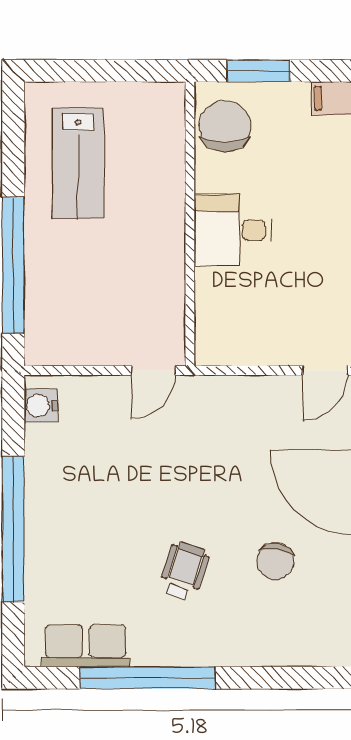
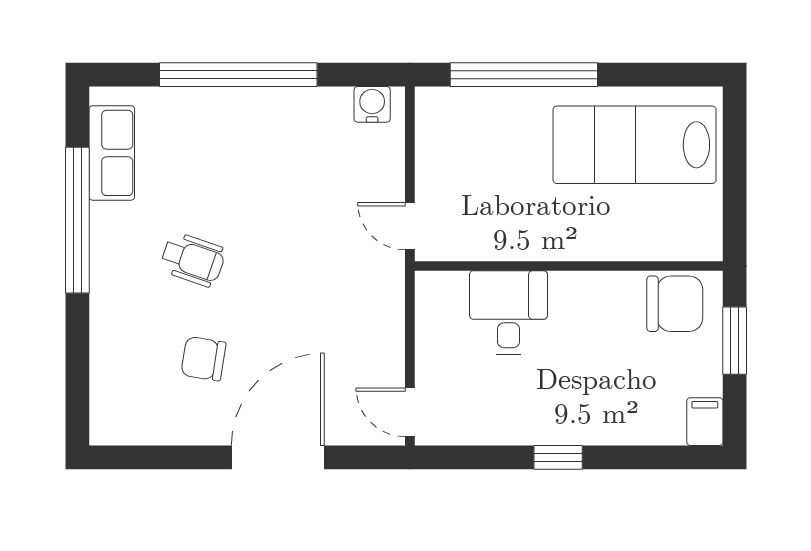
lab bench: (78, 163) -> (635, 145), width x1.36, depth x1.39
desk: (233, 230) -> (508, 313), moved

